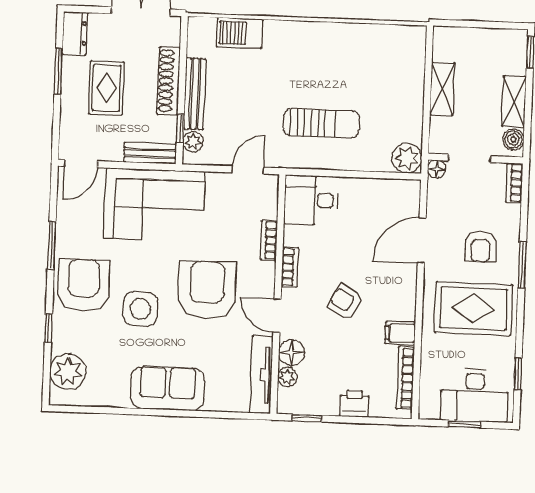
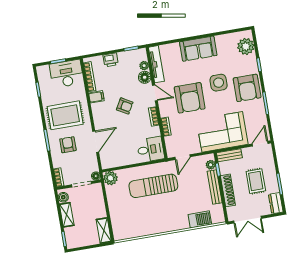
shelving: (442, 89) -> (104, 231), moved
sun lounger: (321, 123) -> (153, 186), width x1.36, depth x1.34
desk: (475, 395) -> (67, 74), moved

